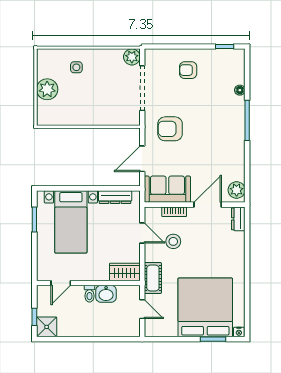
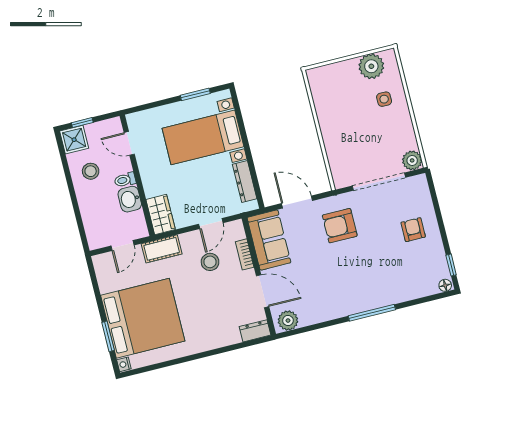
plant: (47, 89) -> (371, 66), moved
floor lamp: (240, 90) -> (445, 285), moved
armchair: (170, 129) -> (340, 226), turned -90
stool: (75, 320) -> (91, 171), added

